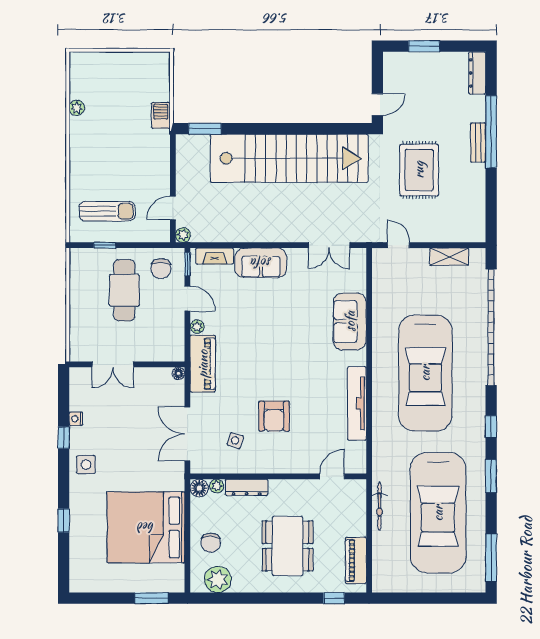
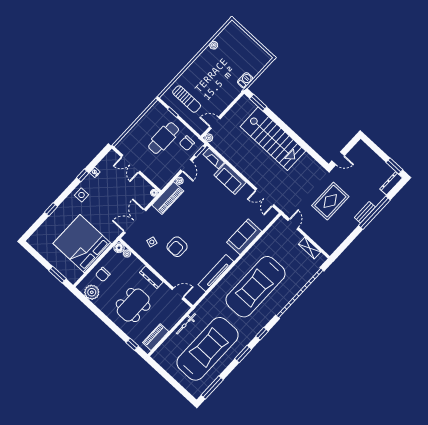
window: (424, 46) -> (394, 166), moved
stairs: (289, 158) -> (273, 139), width x0.73
dresser: (247, 487) -> (151, 277), moved
car: (438, 513) -> (208, 349), turned 180

